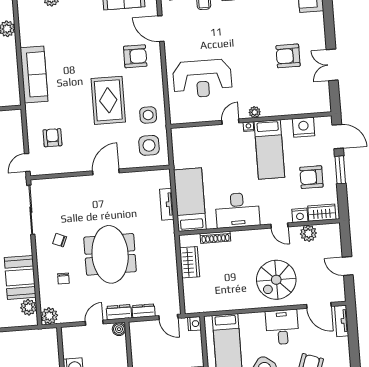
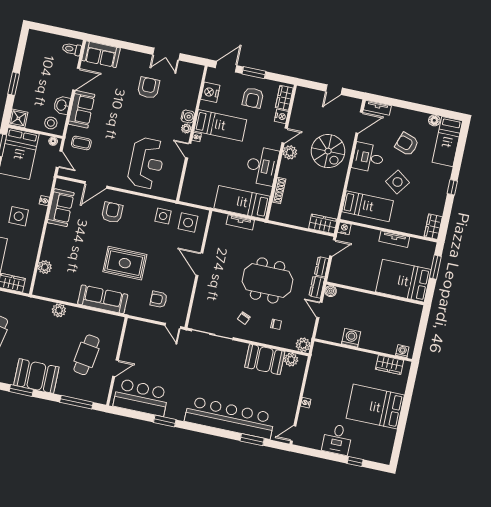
armchair: (288, 56) -> (149, 88), turned 180
rug: (108, 100) -> (125, 263), moved
water cooler: (269, 110) -> (188, 116), added
plant: (308, 233) -> (290, 152), moved
wardrobe: (190, 262) -> (323, 224), moved

